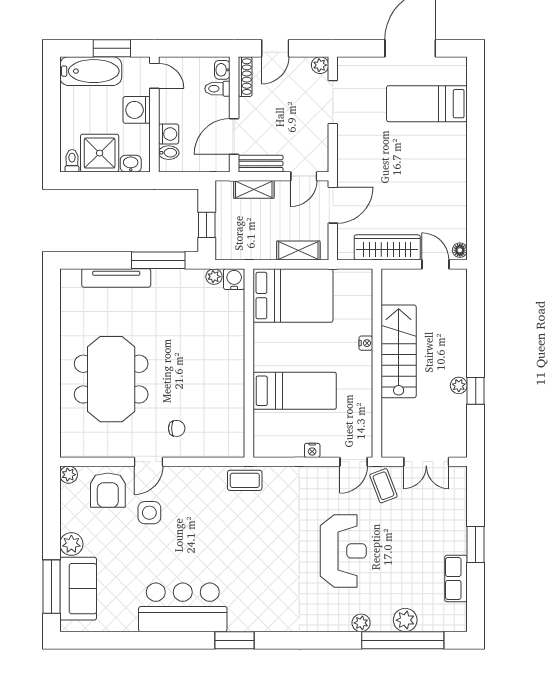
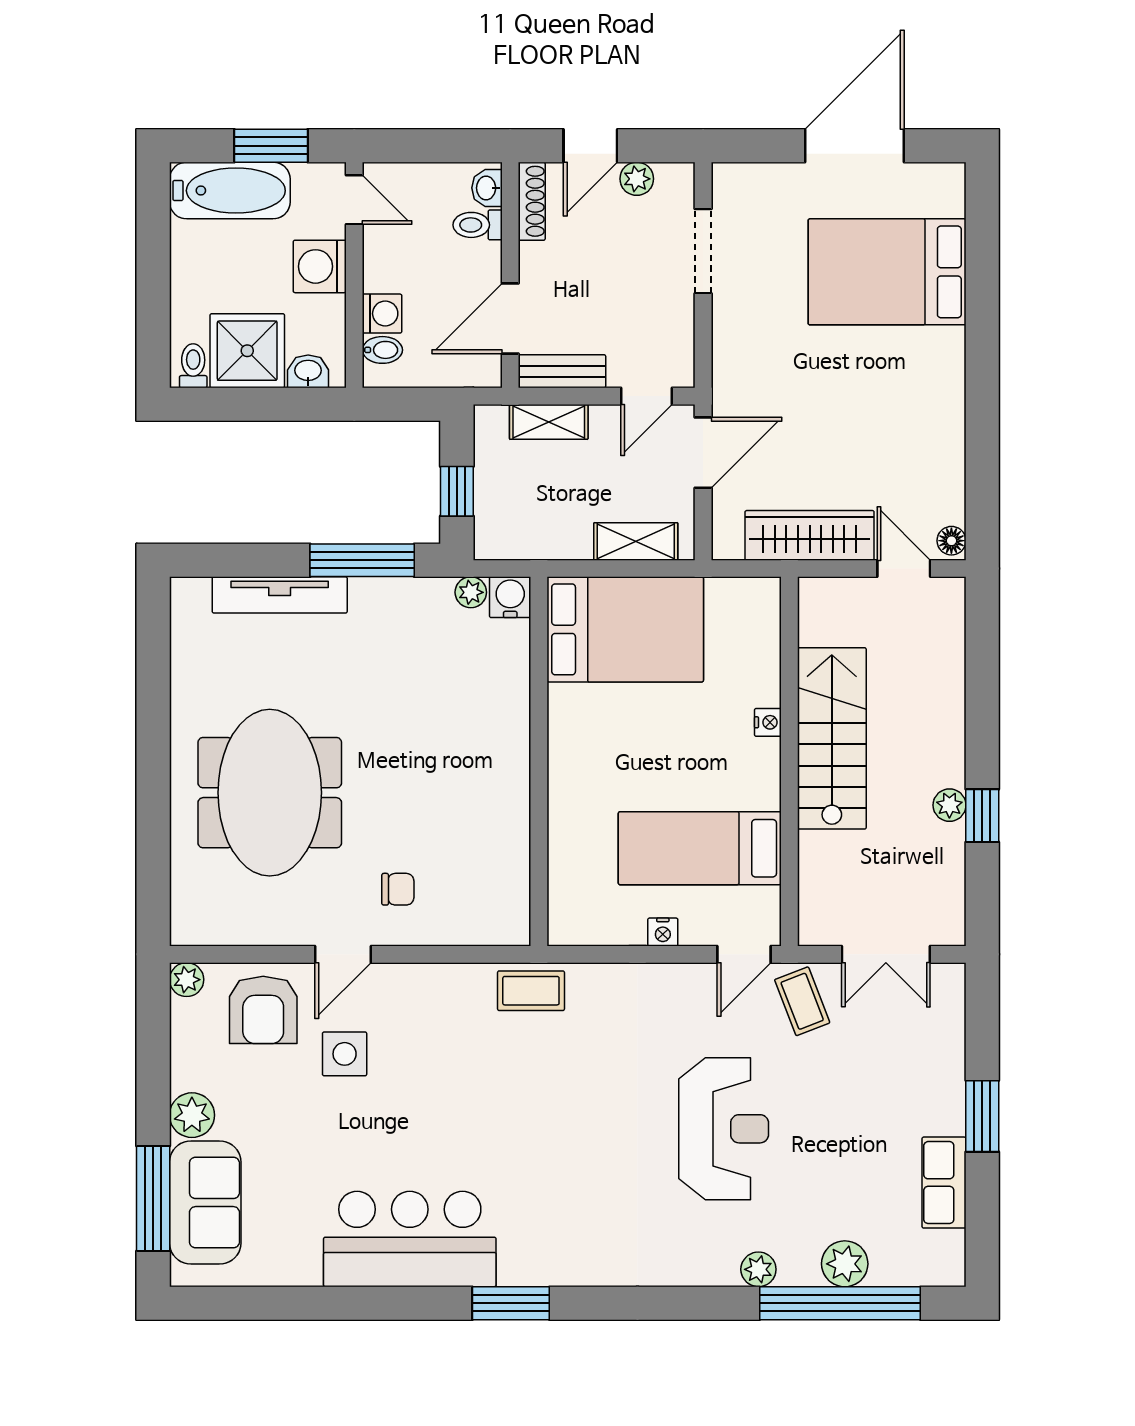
plant: (320, 65) -> (637, 179), moved
bed: (427, 104) -> (887, 272), width x1.50
bed: (295, 391) -> (700, 848), moved, turned 180

